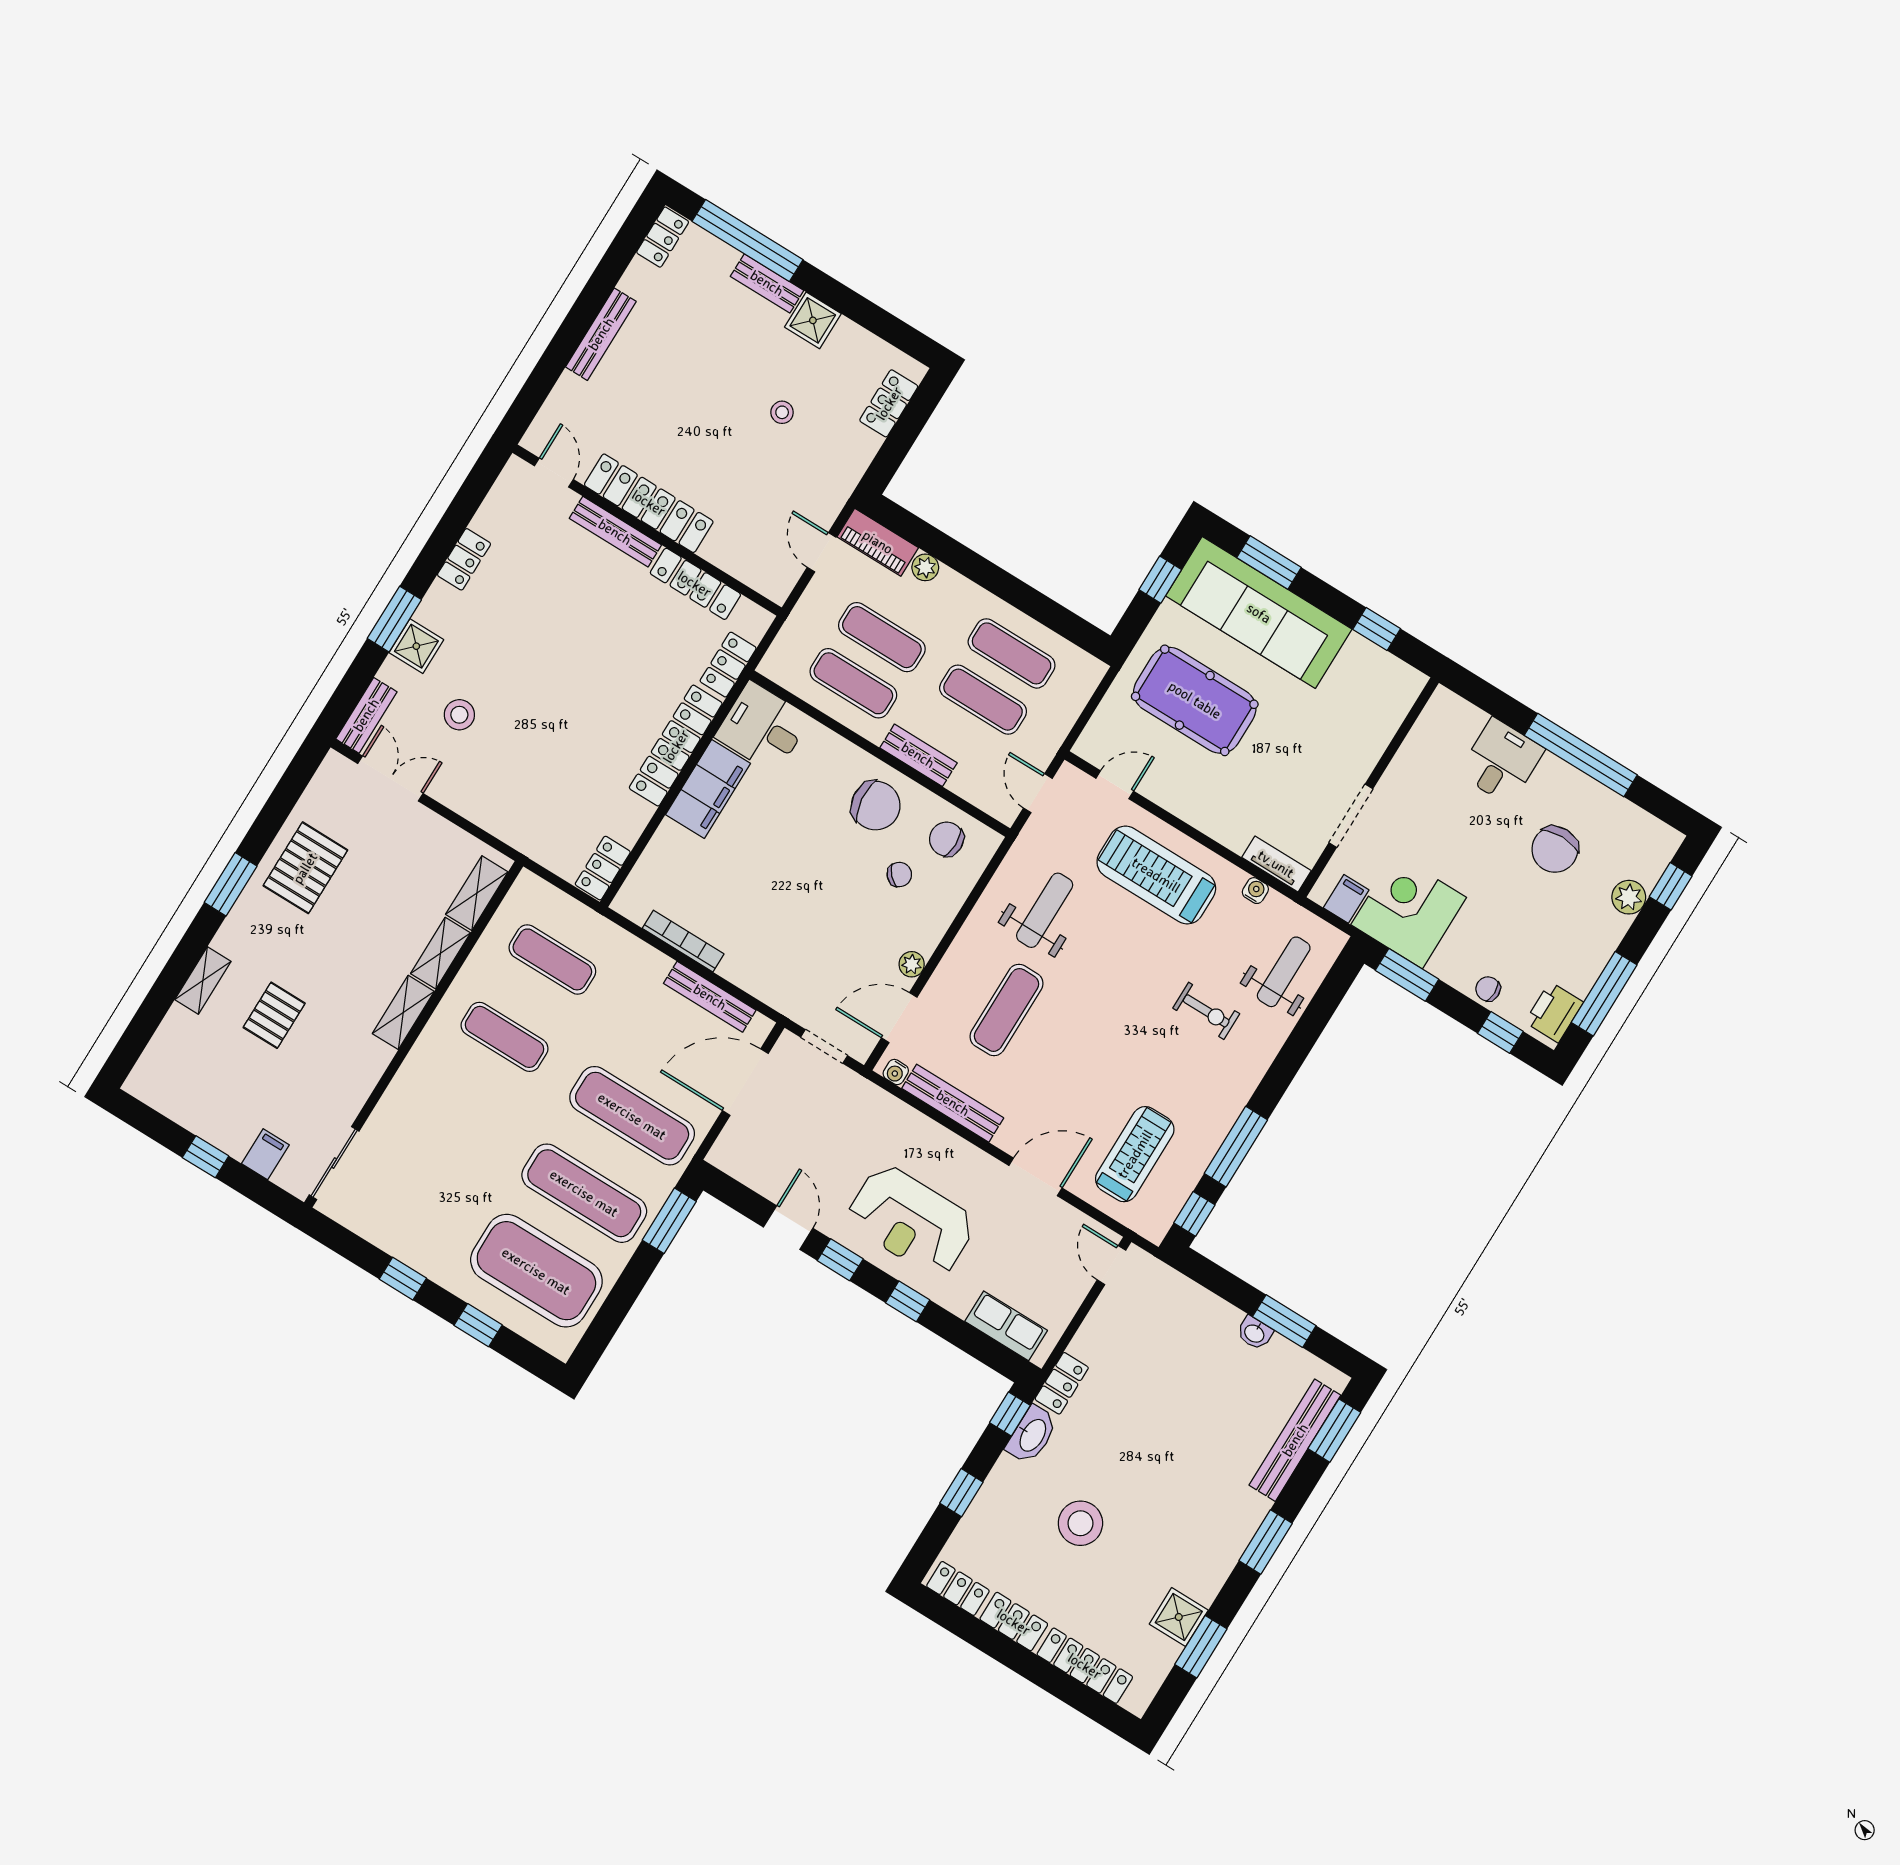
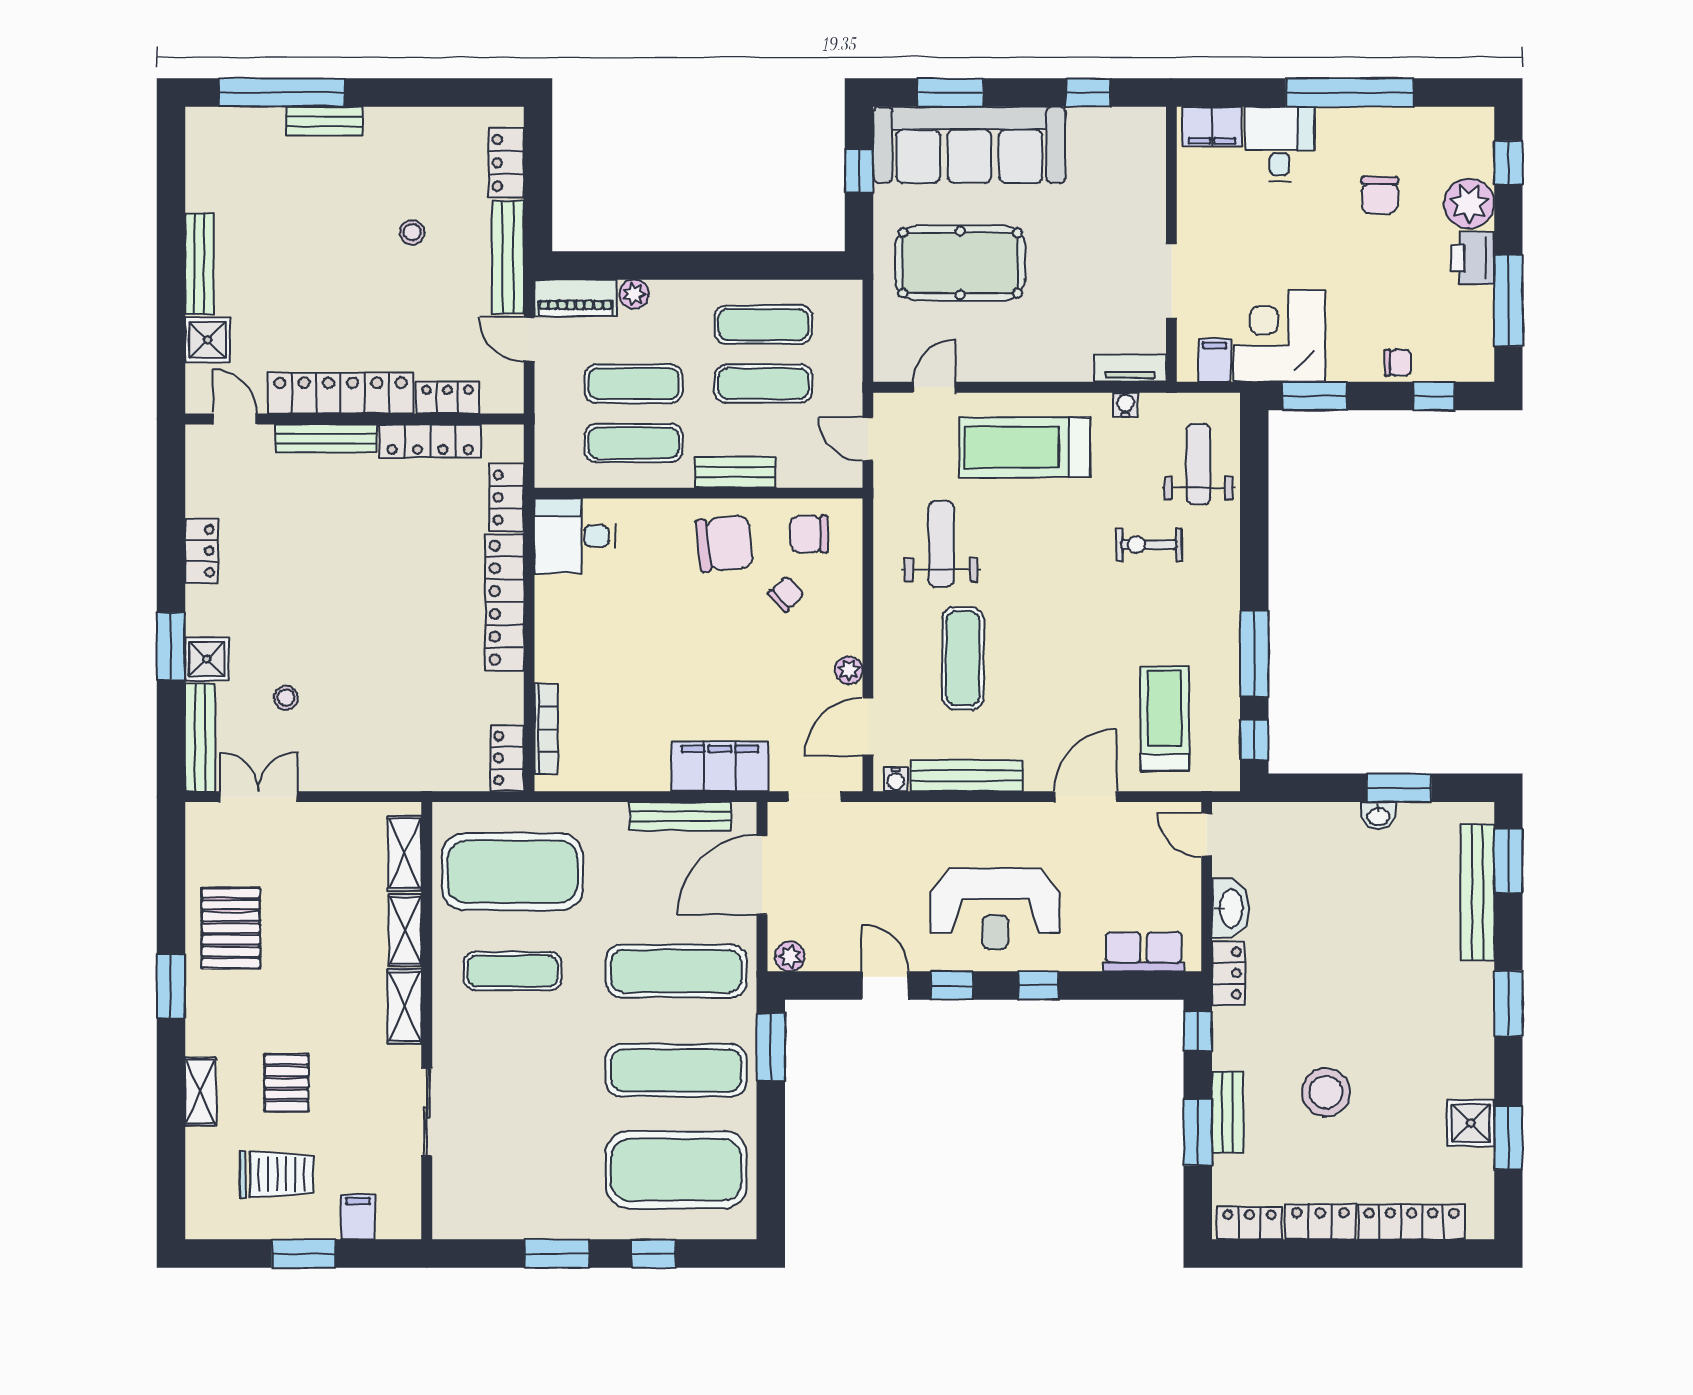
locker: (663, 237) -> (448, 398), moved, turned -90
shower: (813, 320) -> (208, 340), moved
bench: (845, 478) -> (508, 257), added
bench: (366, 715) -> (200, 737), width x1.36
stool: (459, 715) -> (286, 698), width x0.73, depth x0.73
filing cabinet: (1457, 715) -> (1212, 127), added
filing cabinet: (708, 789) -> (720, 766), moved, turned -90
chair: (1555, 849) -> (1380, 195), width x0.73, depth x0.73
plant: (1629, 897) -> (1469, 204), width x1.36, depth x1.36
bookcase: (683, 941) -> (546, 729), moved, turned 90
exercise mat: (552, 959) -> (513, 872), width x2.00, depth x1.45
chair: (1488, 989) -> (1398, 363), turned 180
exercise bike: (1206, 1011) -> (1149, 545), turned 180
printer: (1554, 1012) -> (1472, 258), moved
trolley: (222, 1082) -> (277, 1175), added
window: (206, 1157) -> (304, 1254), width x1.50
plant: (728, 1159) -> (790, 956), added
sliding door: (334, 1163) -> (427, 1112), moved
window: (403, 1279) -> (557, 1254), width x1.50
washbasin: (1032, 1435) -> (1230, 908), moved
bench: (994, 1491) -> (1227, 1112), added
window: (961, 1493) -> (1198, 1132), width x1.50

